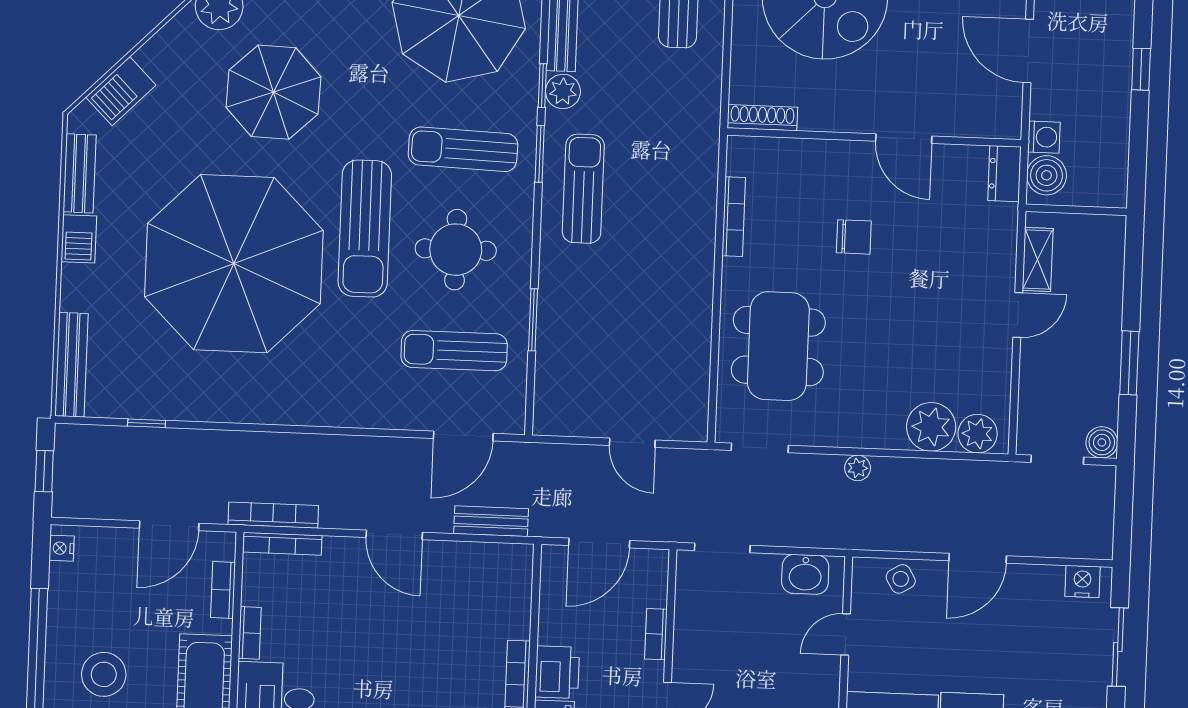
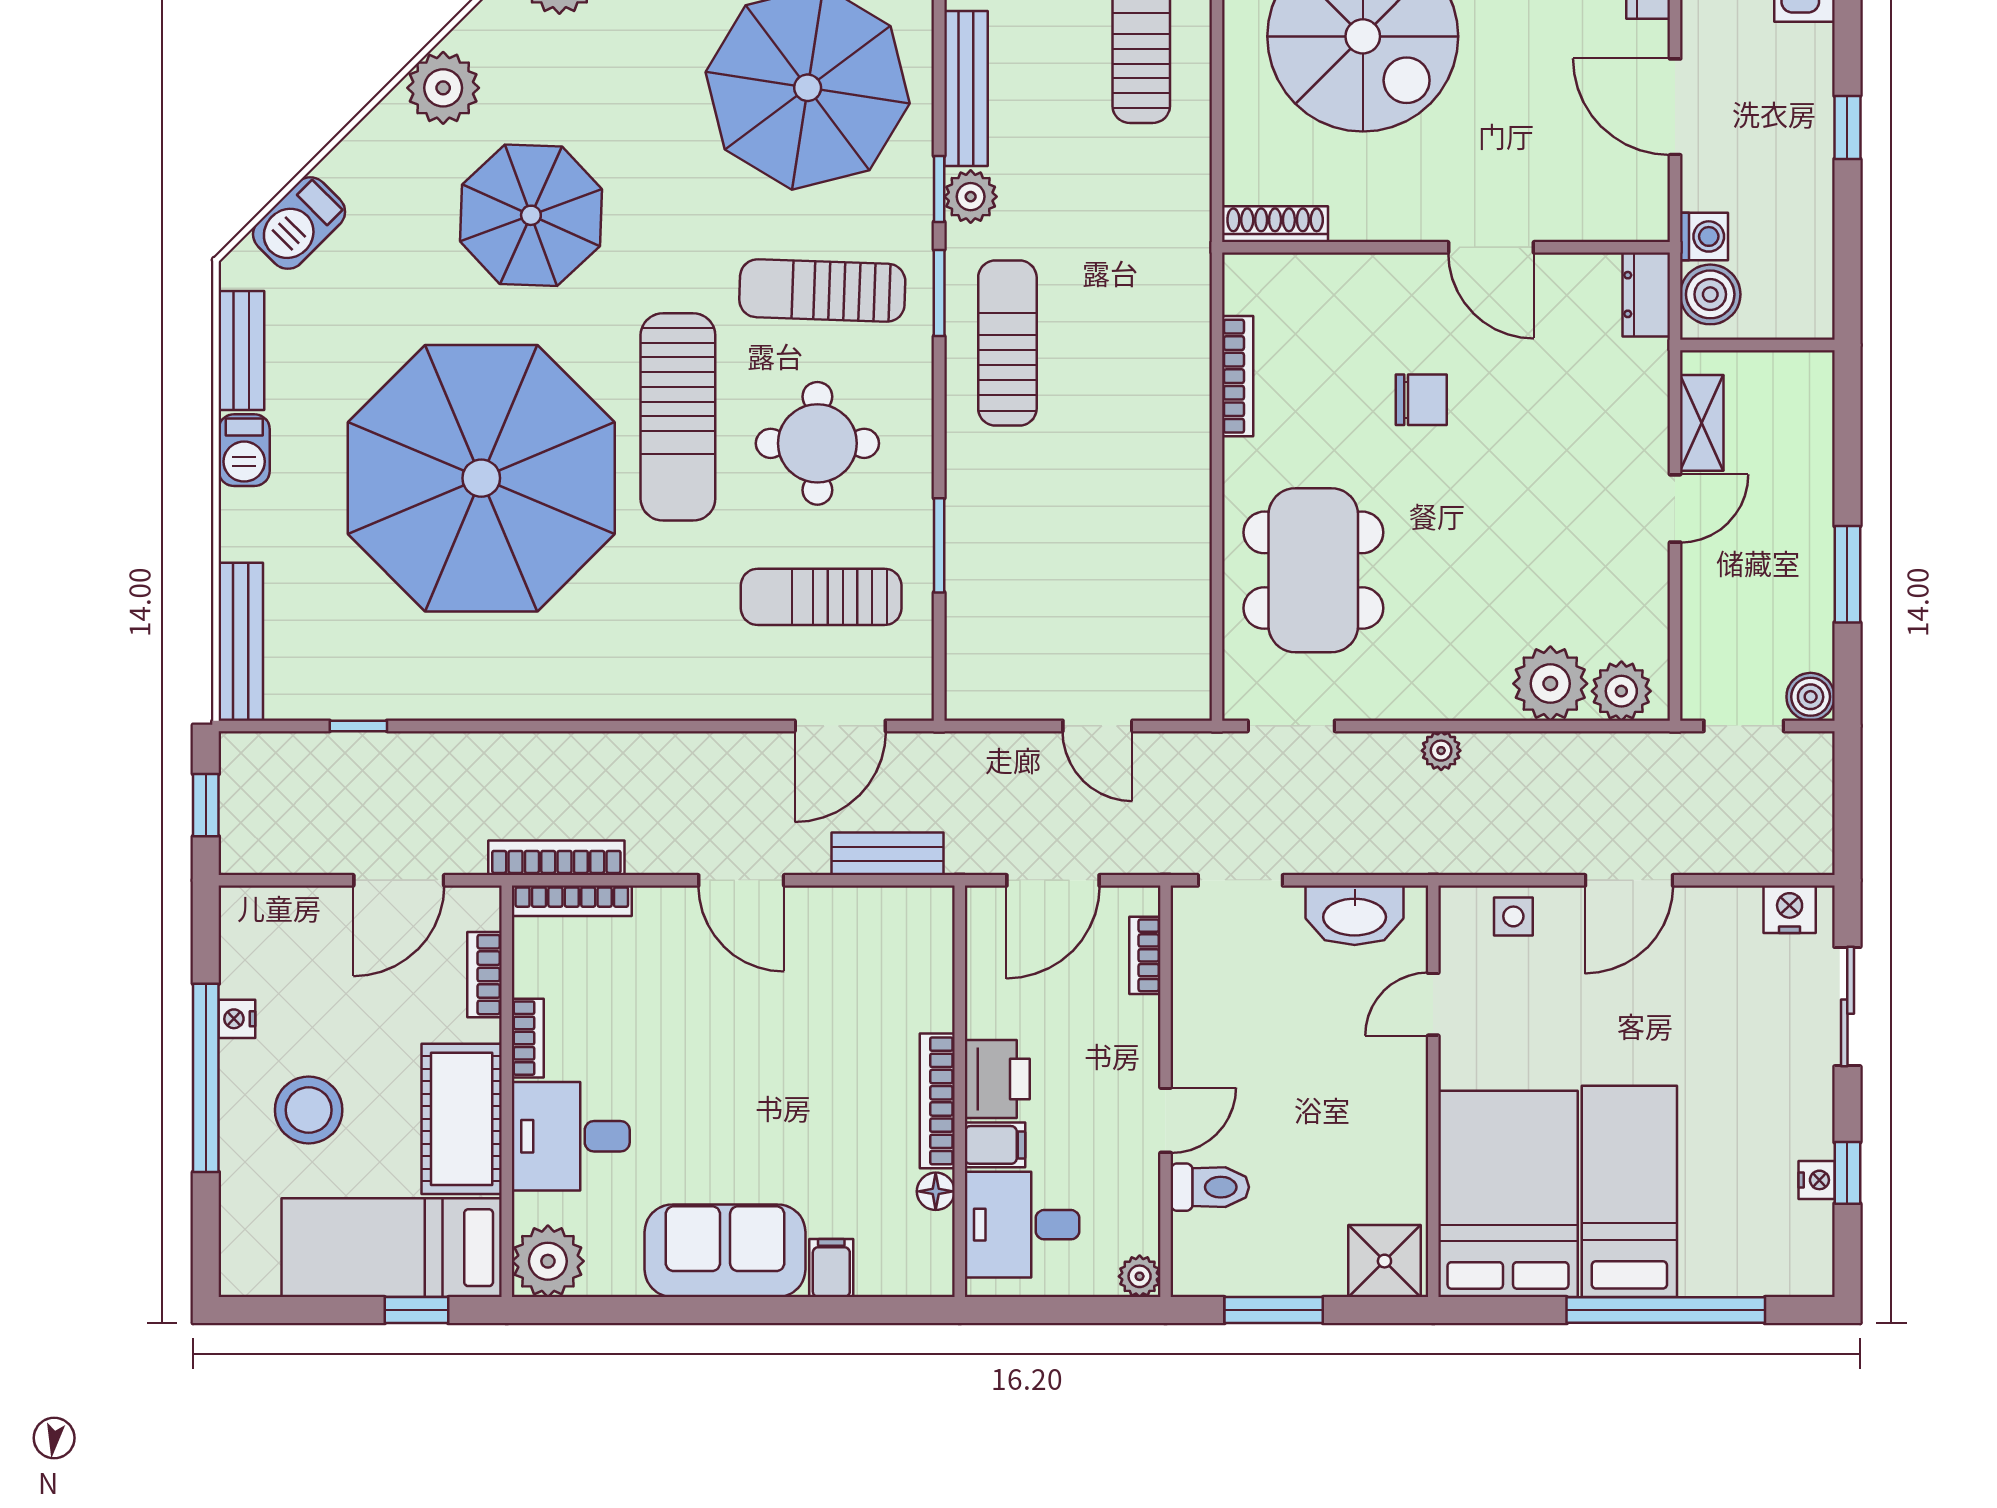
nightstand: (62, 548) -> (237, 1019), moved
washbasin: (805, 574) -> (1355, 915), width x1.38
side table: (901, 579) -> (1513, 916), turned 31
bookcase: (656, 634) -> (1145, 955), moved

